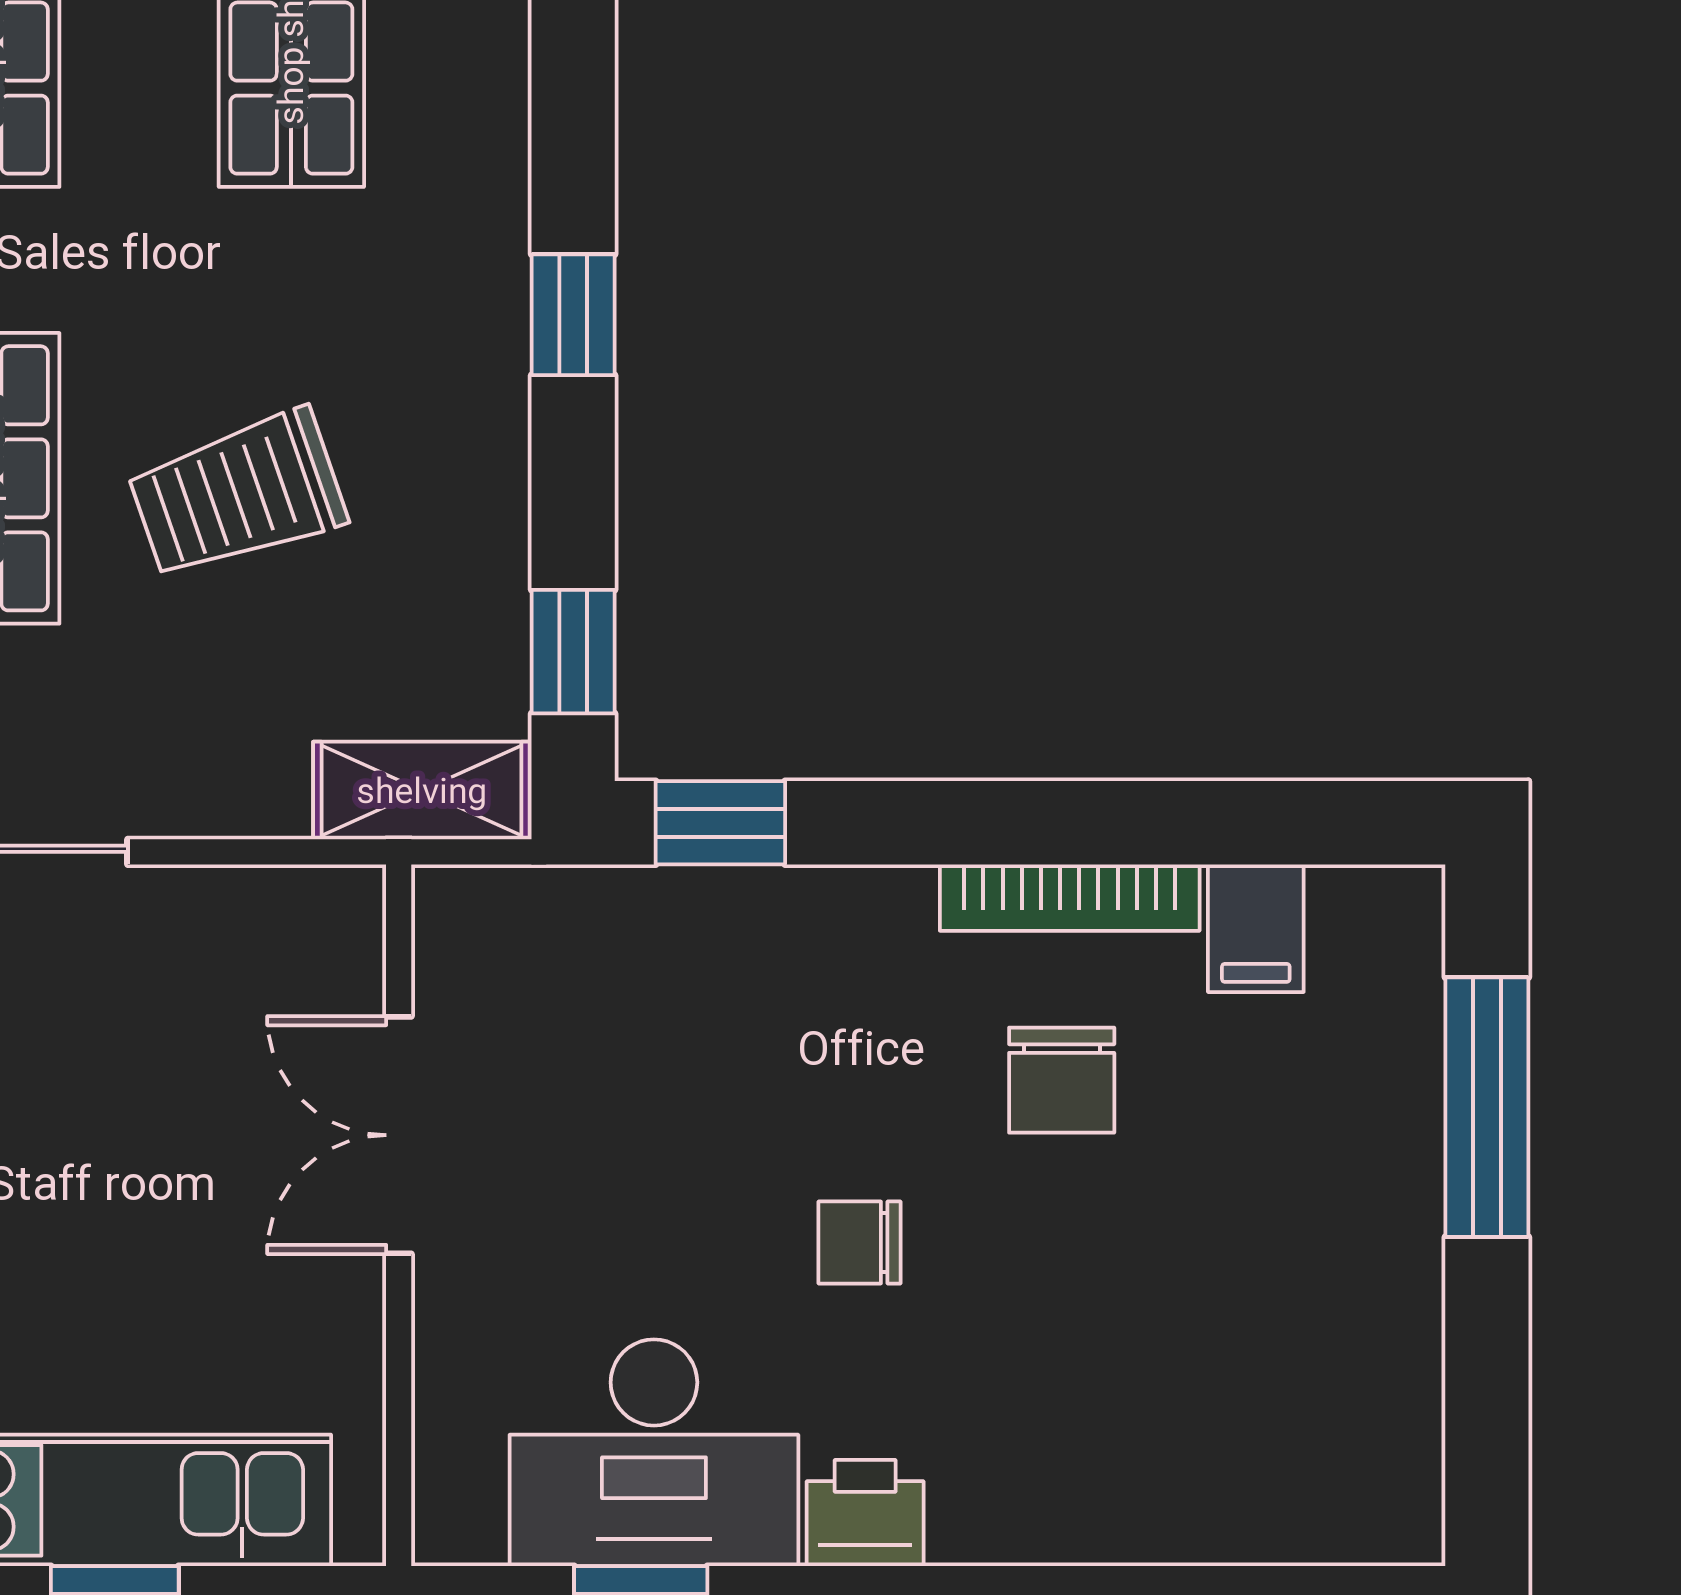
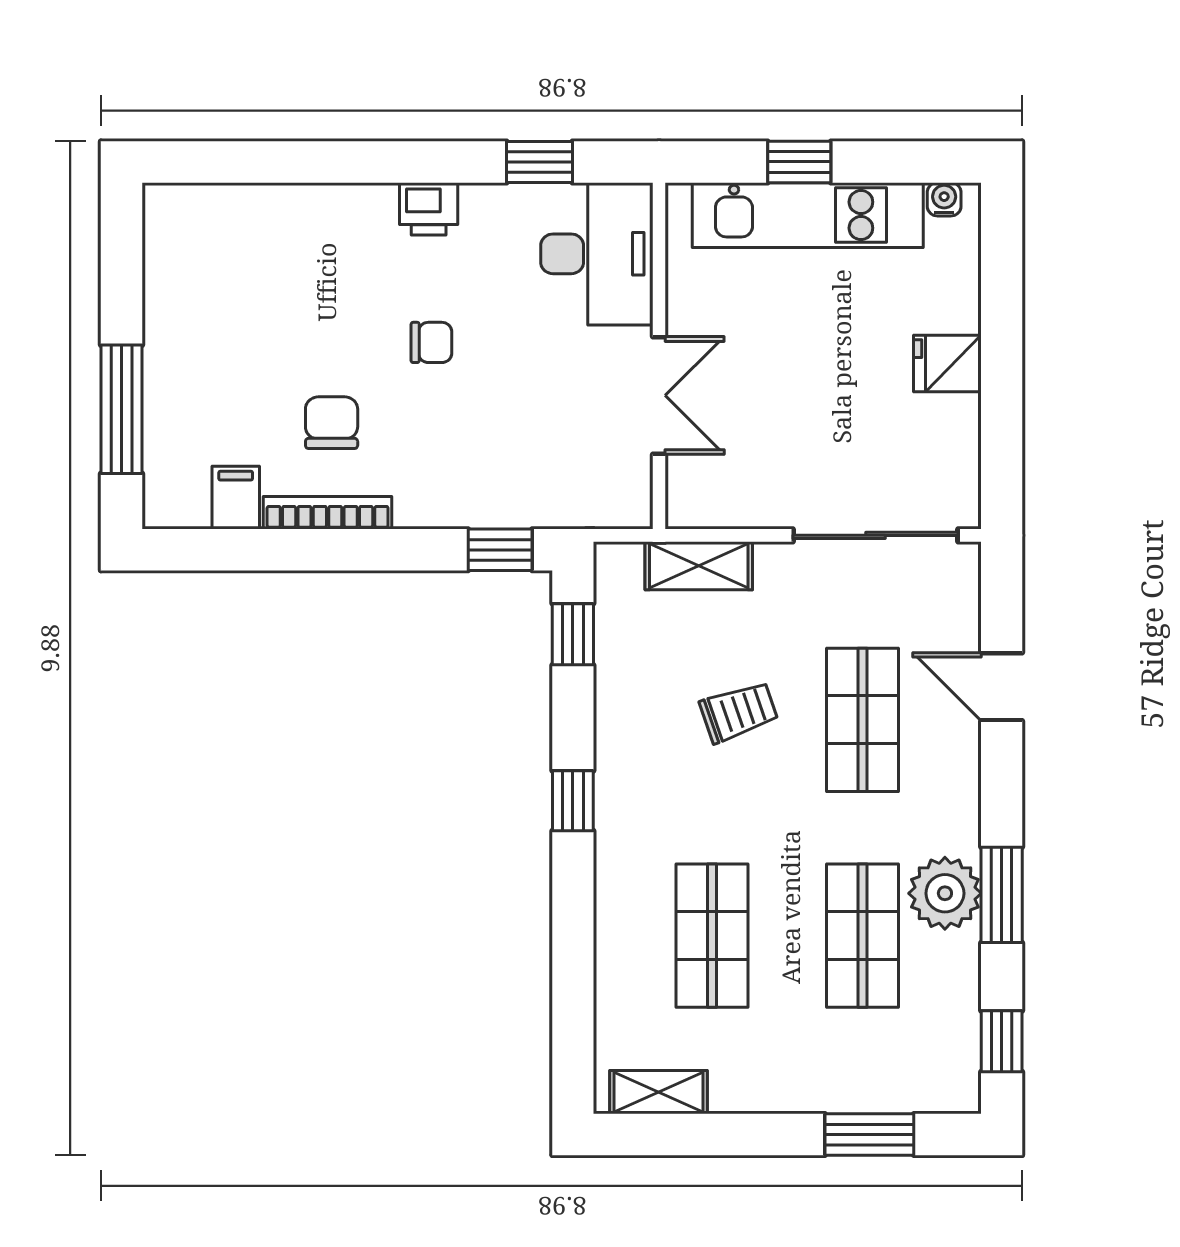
trolley: (237, 495) -> (739, 712), width x0.73, depth x0.72
shelving: (422, 791) -> (699, 566), moved
desk: (654, 1453) -> (597, 254), moved, turned 90

